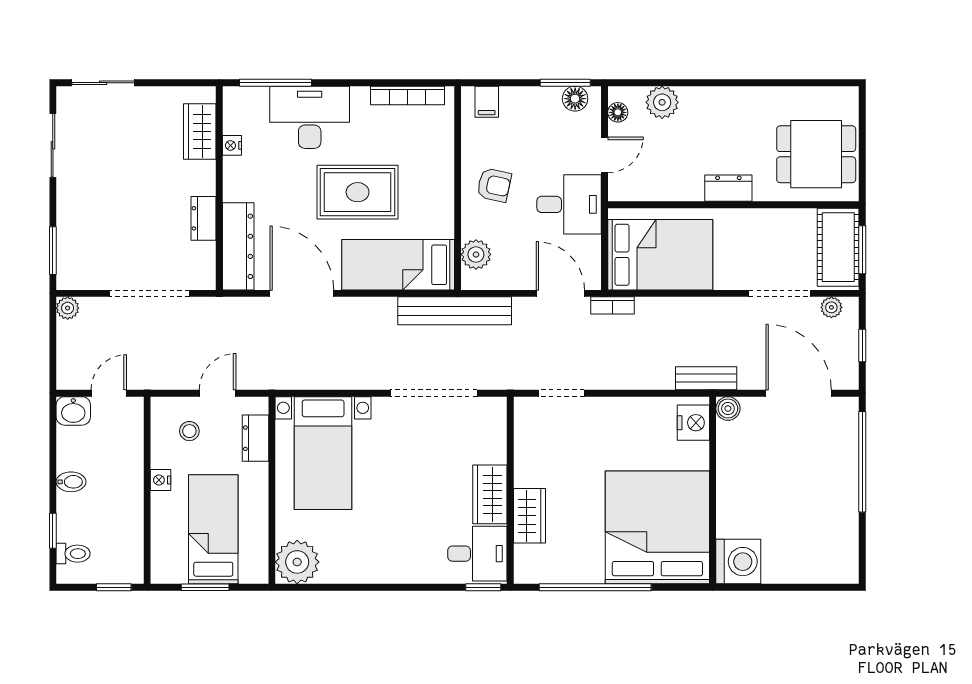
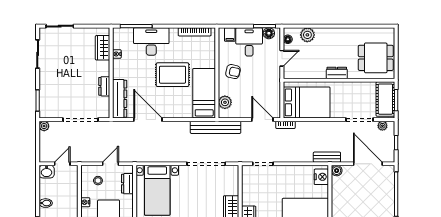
desk: (569, 204) -> (249, 42), moved, turned -90
bed: (398, 265) -> (204, 93), moved, turned 90

